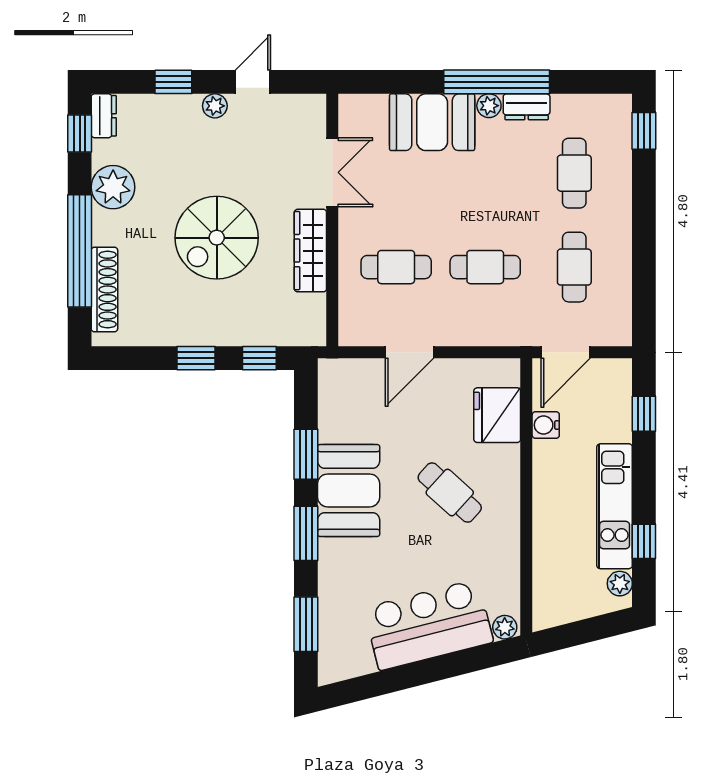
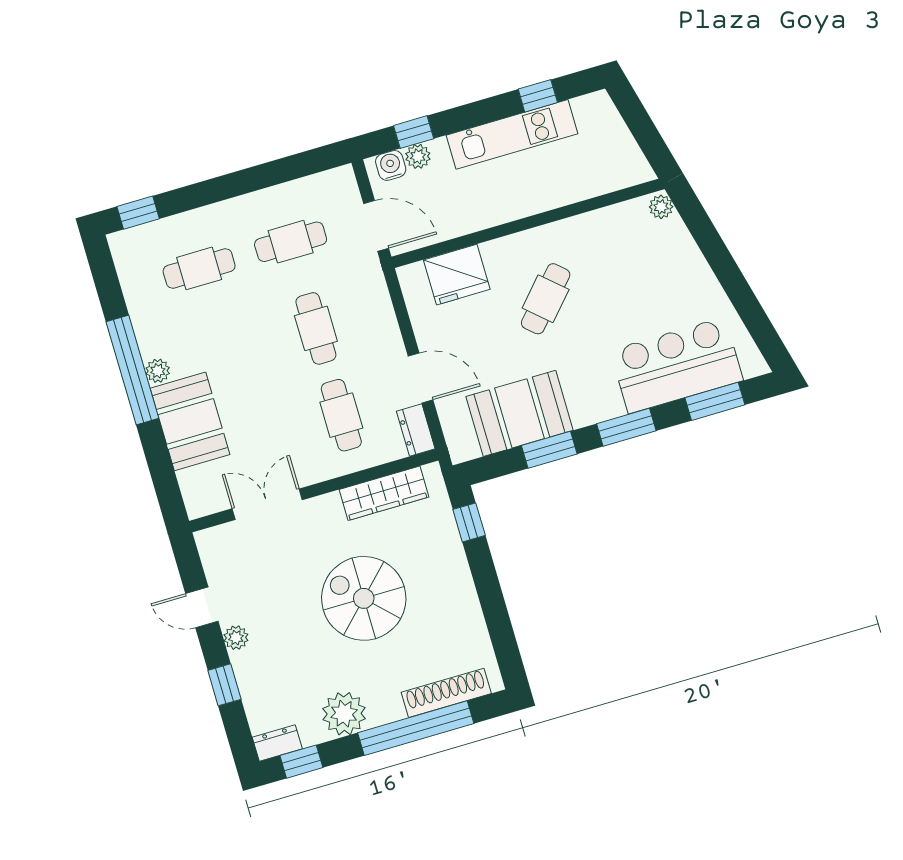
dresser: (527, 107) -> (416, 430), moved, turned 180
spiral stairs: (217, 238) -> (364, 598), turned 180
wardrobe: (310, 251) -> (384, 493), moved
window: (196, 358) -> (487, 584), removed
water cooler: (546, 425) -> (391, 165), moved, turned 180
booth: (349, 490) -> (520, 413), moved
plant: (620, 584) -> (418, 156), moved
bar counter: (429, 625) -> (677, 365), moved, turned 104

